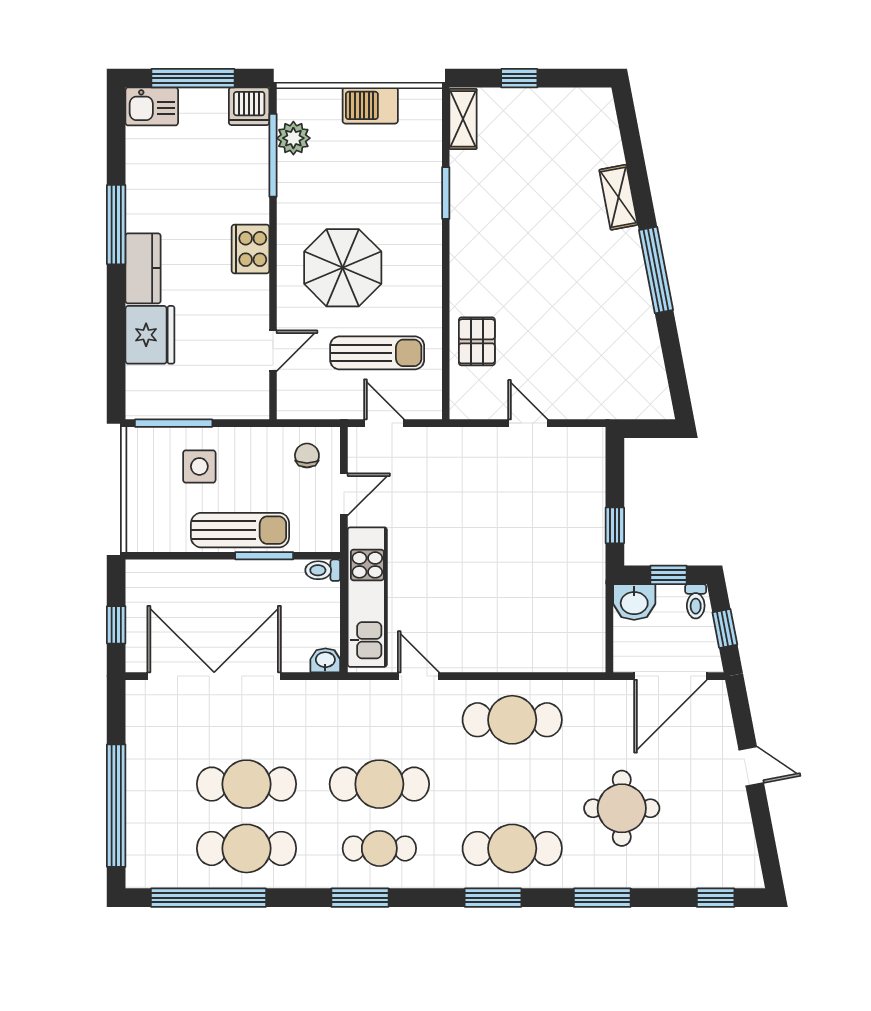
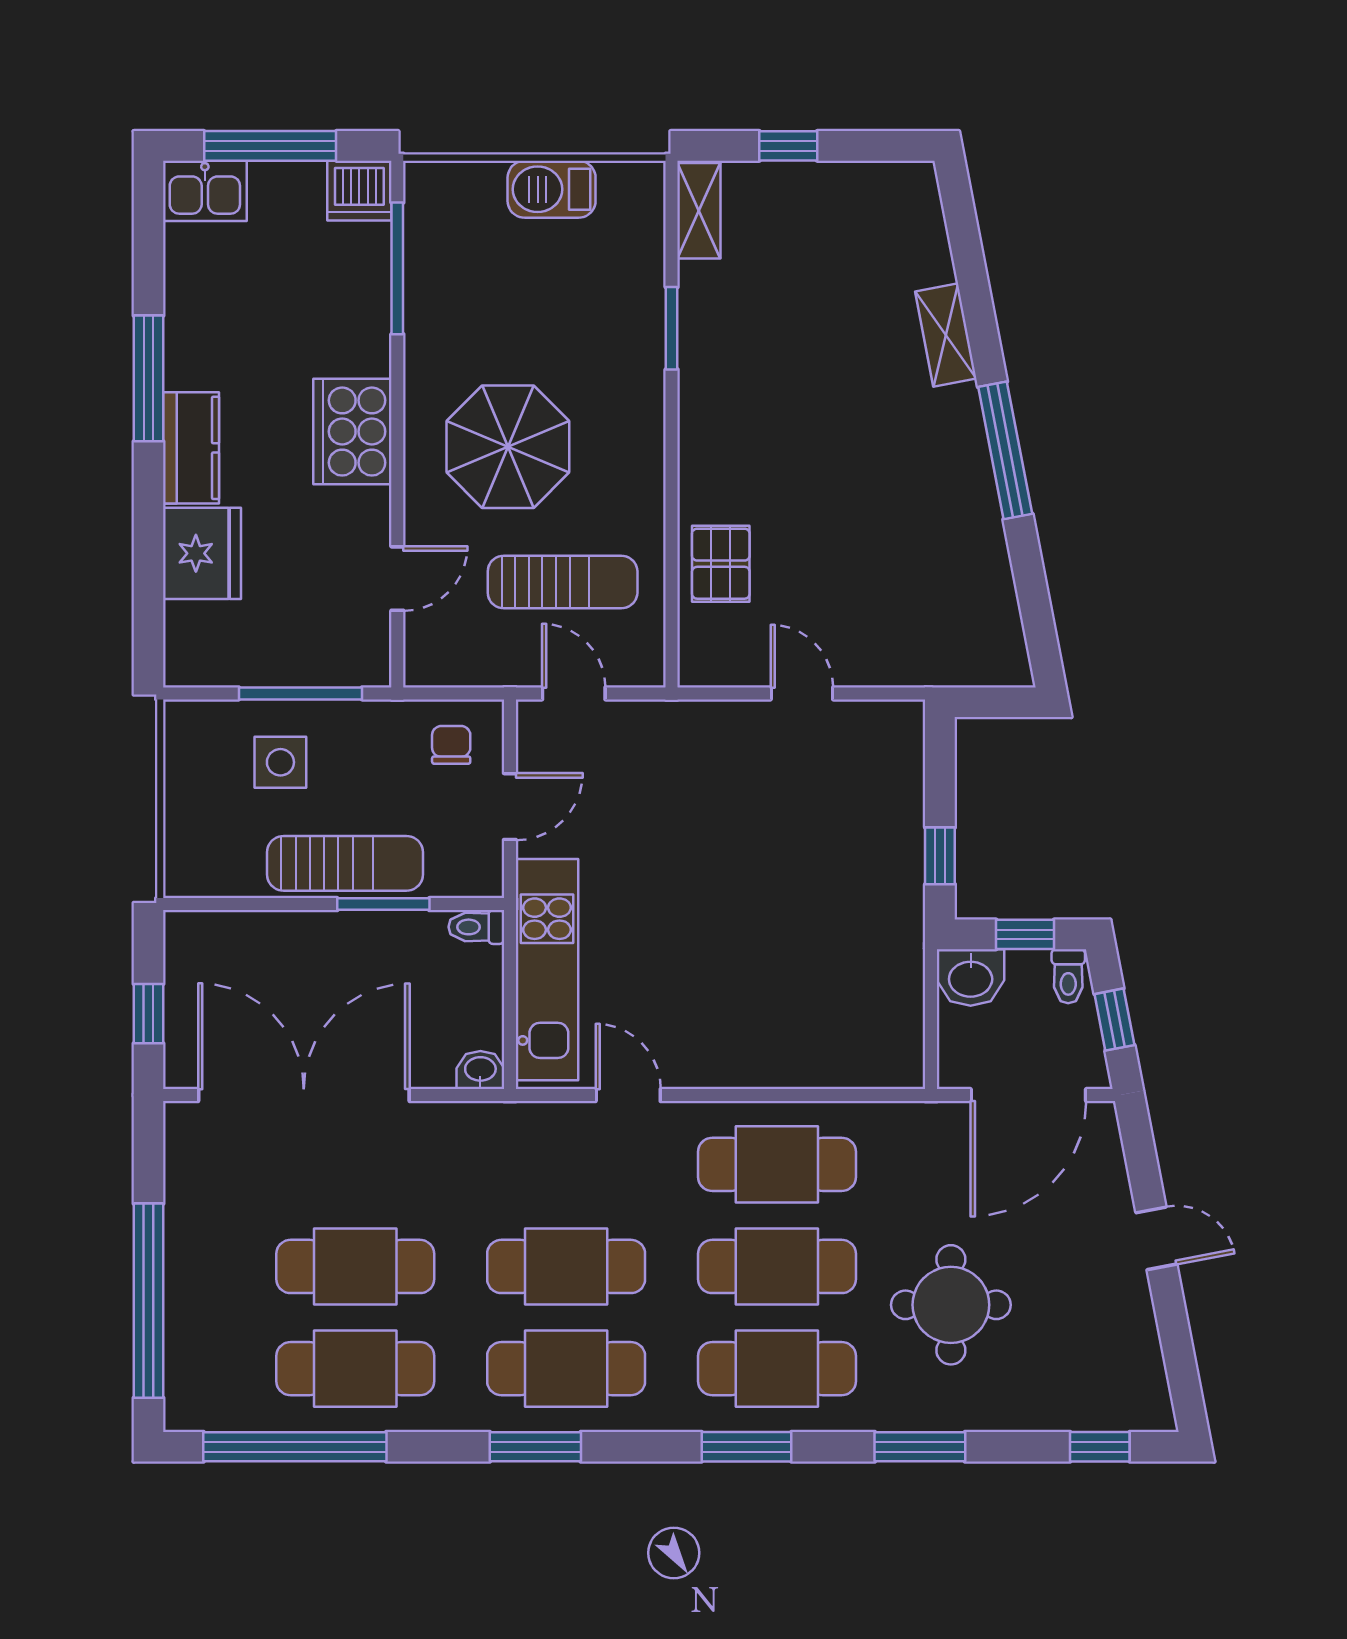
plant: (293, 138) -> (430, 241), removed
cooker: (250, 249) -> (352, 432), width x1.37, depth x1.31
window: (174, 423) -> (300, 693), moved
cafe table: (512, 784) -> (777, 1266), added
cafe table: (379, 848) -> (566, 1369), width x1.37, depth x1.35

